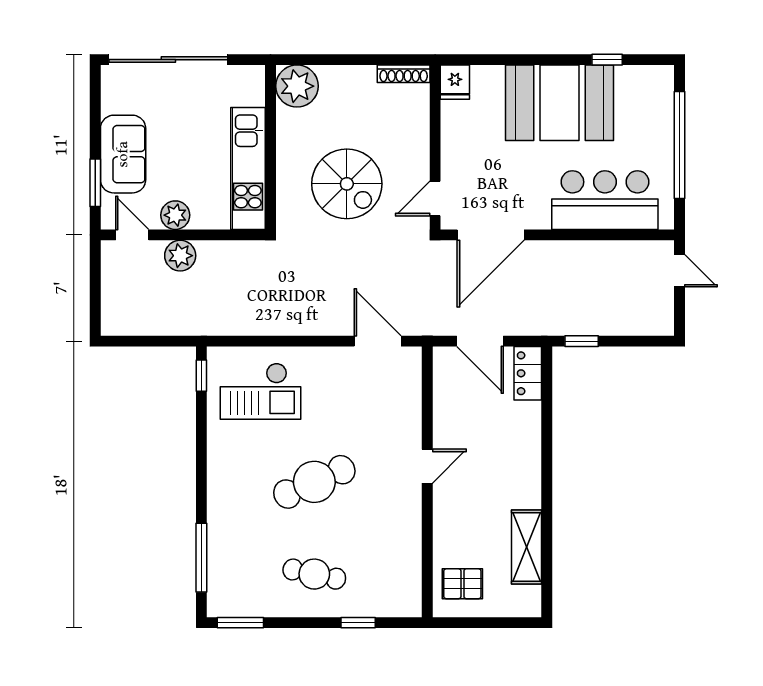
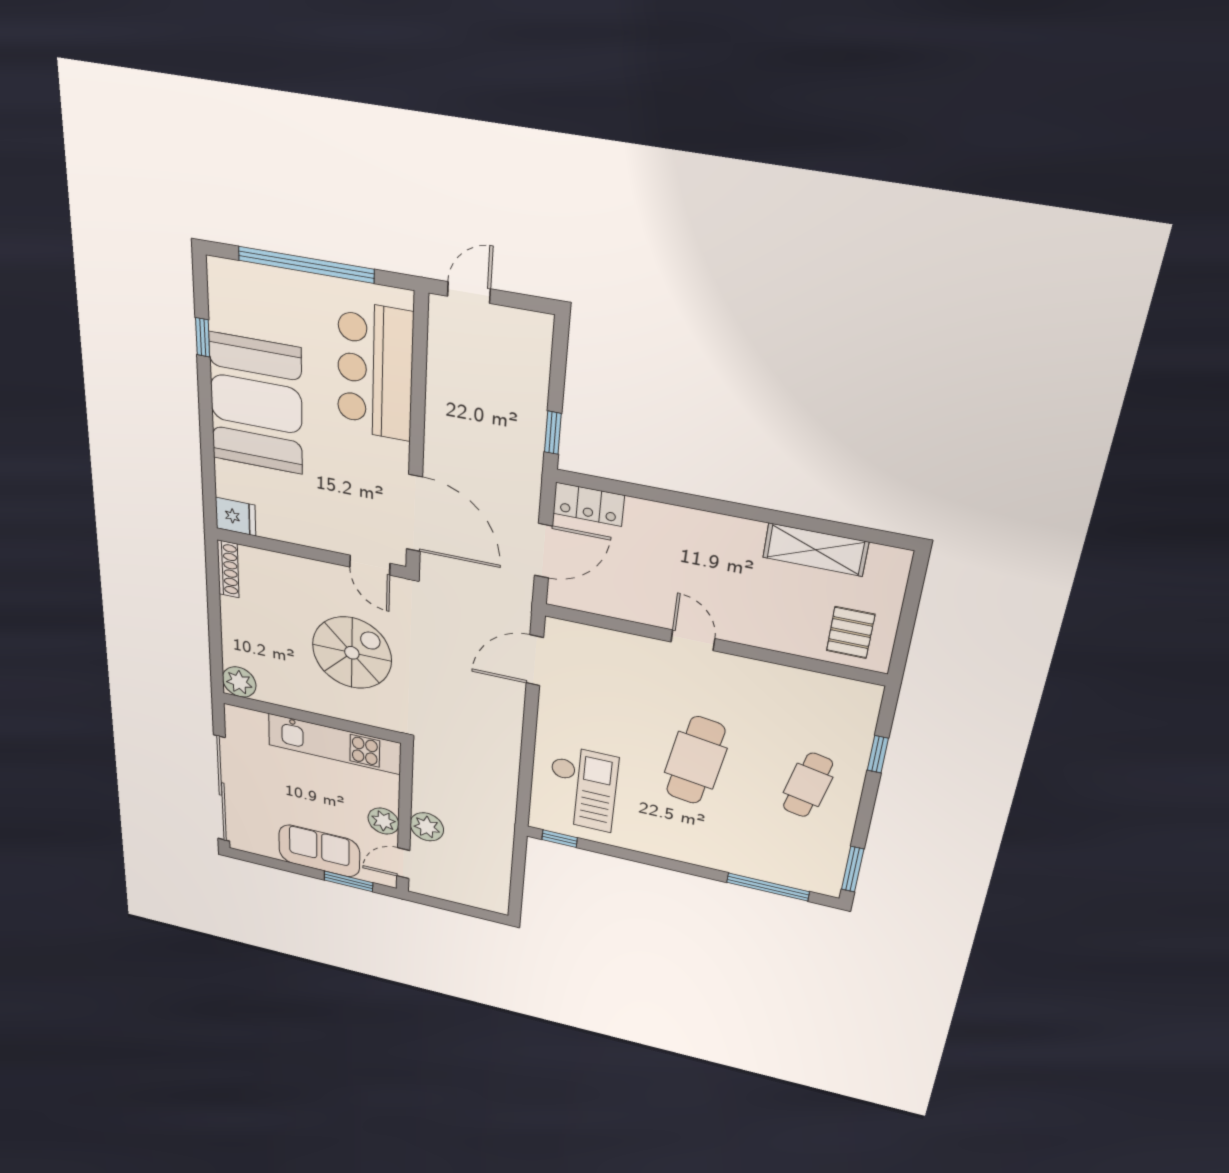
plant: (297, 86) -> (239, 682), width x0.73, depth x0.73
cafe table: (314, 482) -> (696, 760), turned 33

